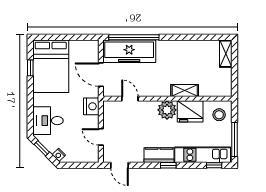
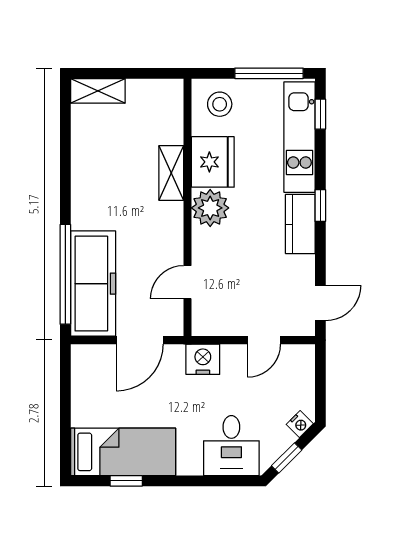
bed: (51, 66) -> (123, 452), width x0.67

